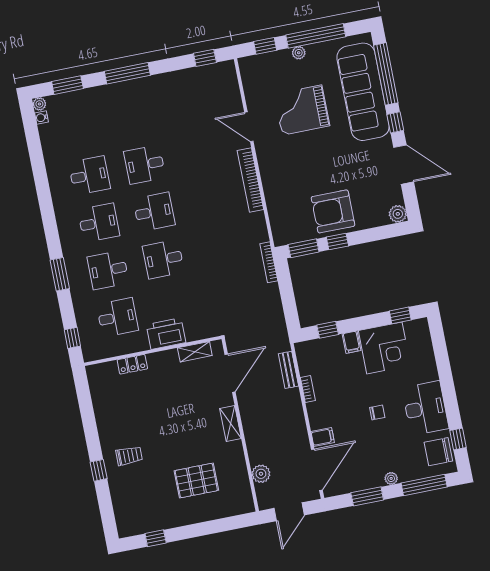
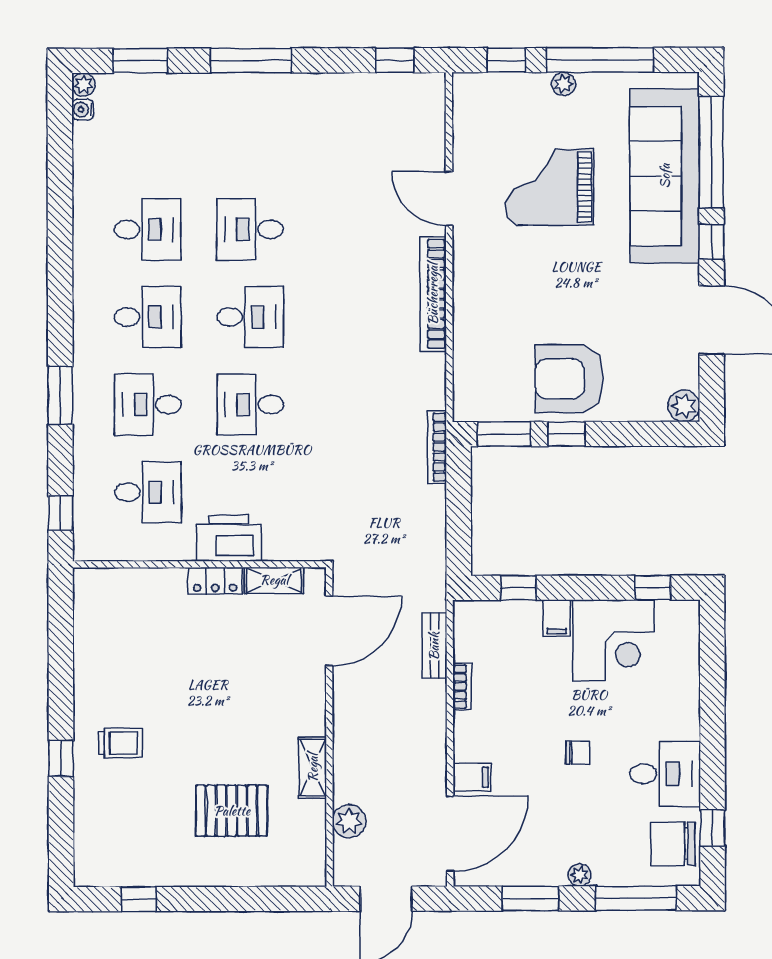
locker: (132, 364) -> (215, 581), moved
desk: (425, 408) -> (665, 774), width x0.73
shelving: (231, 423) -> (313, 768), moved

